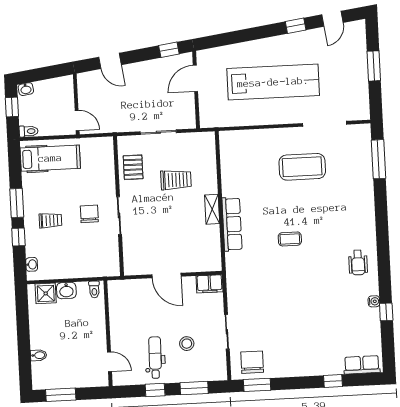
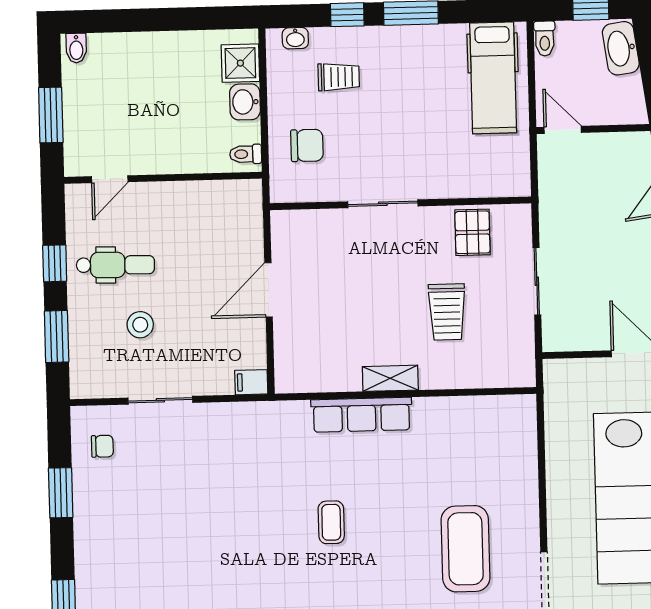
washbasin: (26, 89) -> (621, 48), width x1.91, depth x1.45
door: (77, 120) -> (563, 130), swing flipped
pallet: (133, 167) -> (472, 232), turned 90
chair: (89, 214) -> (307, 145), moved
trolley: (50, 220) -> (339, 77), moved, turned -90
filing cabinet: (210, 284) -> (251, 382), width x0.50
bidet: (39, 355) -> (76, 48), moved
chair: (252, 362) -> (102, 446), width x0.54, depth x0.54
window: (257, 385) -> (61, 493), moved
window: (61, 395) -> (51, 115), moved

